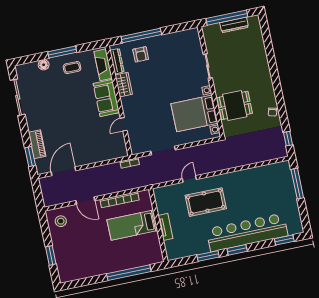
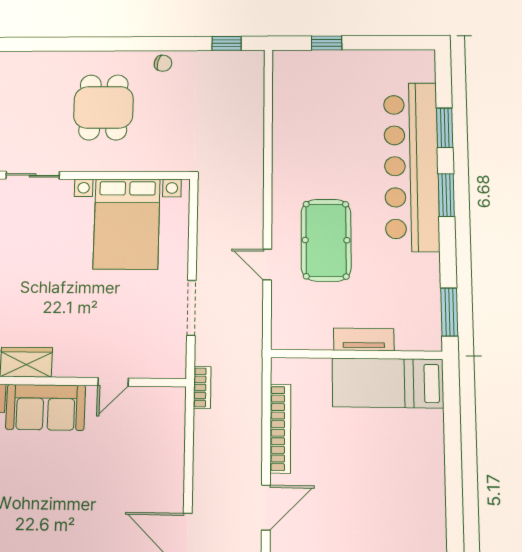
dining table: (235, 105) -> (103, 107), moved
door: (124, 124) -> (113, 382), hinge flipped
window: (297, 184) -> (327, 43), width x0.46
bed: (132, 225) -> (388, 383), moved, turned 90
window: (284, 240) -> (445, 128), moved
window: (208, 256) -> (449, 312), moved
window: (129, 273) -> (453, 445), removed

